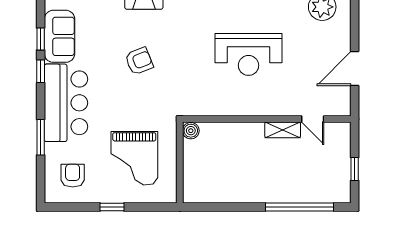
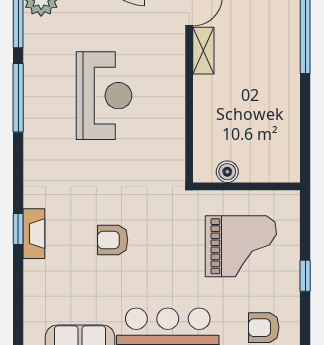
armchair: (139, 61) -> (113, 240), turned -68
boiler: (191, 131) -> (227, 172), moved

